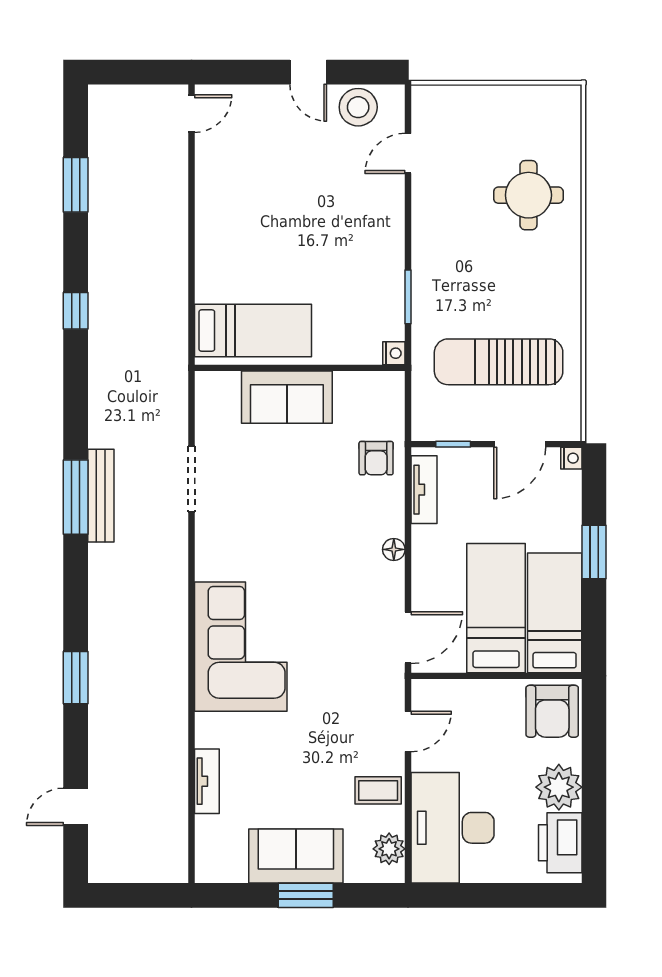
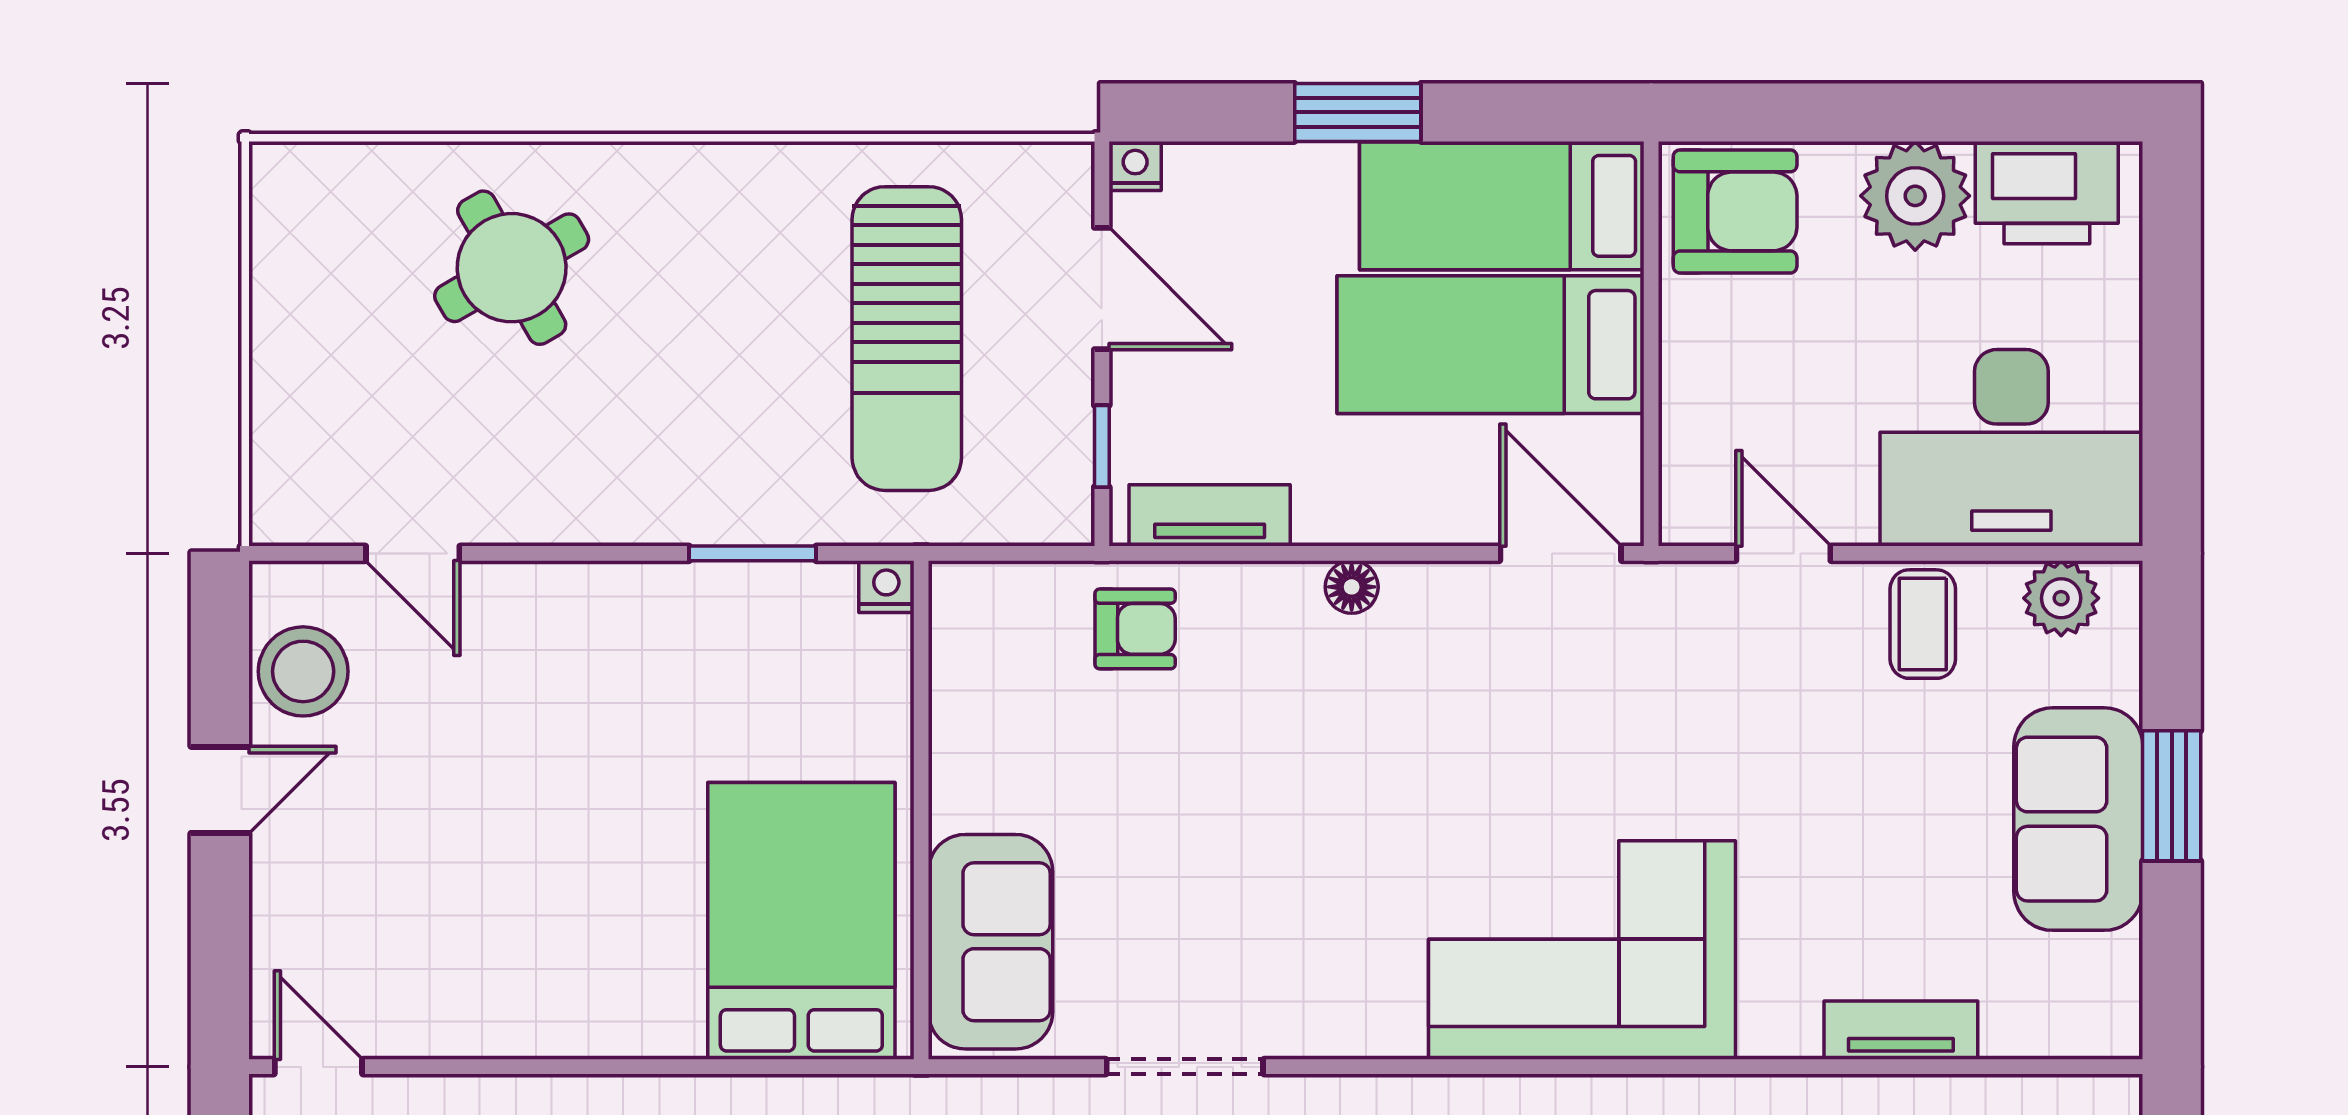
round table: (528, 195) -> (512, 268), turned -30
bed: (253, 331) -> (801, 921), width x1.50
sofa: (287, 397) -> (990, 942), moved

